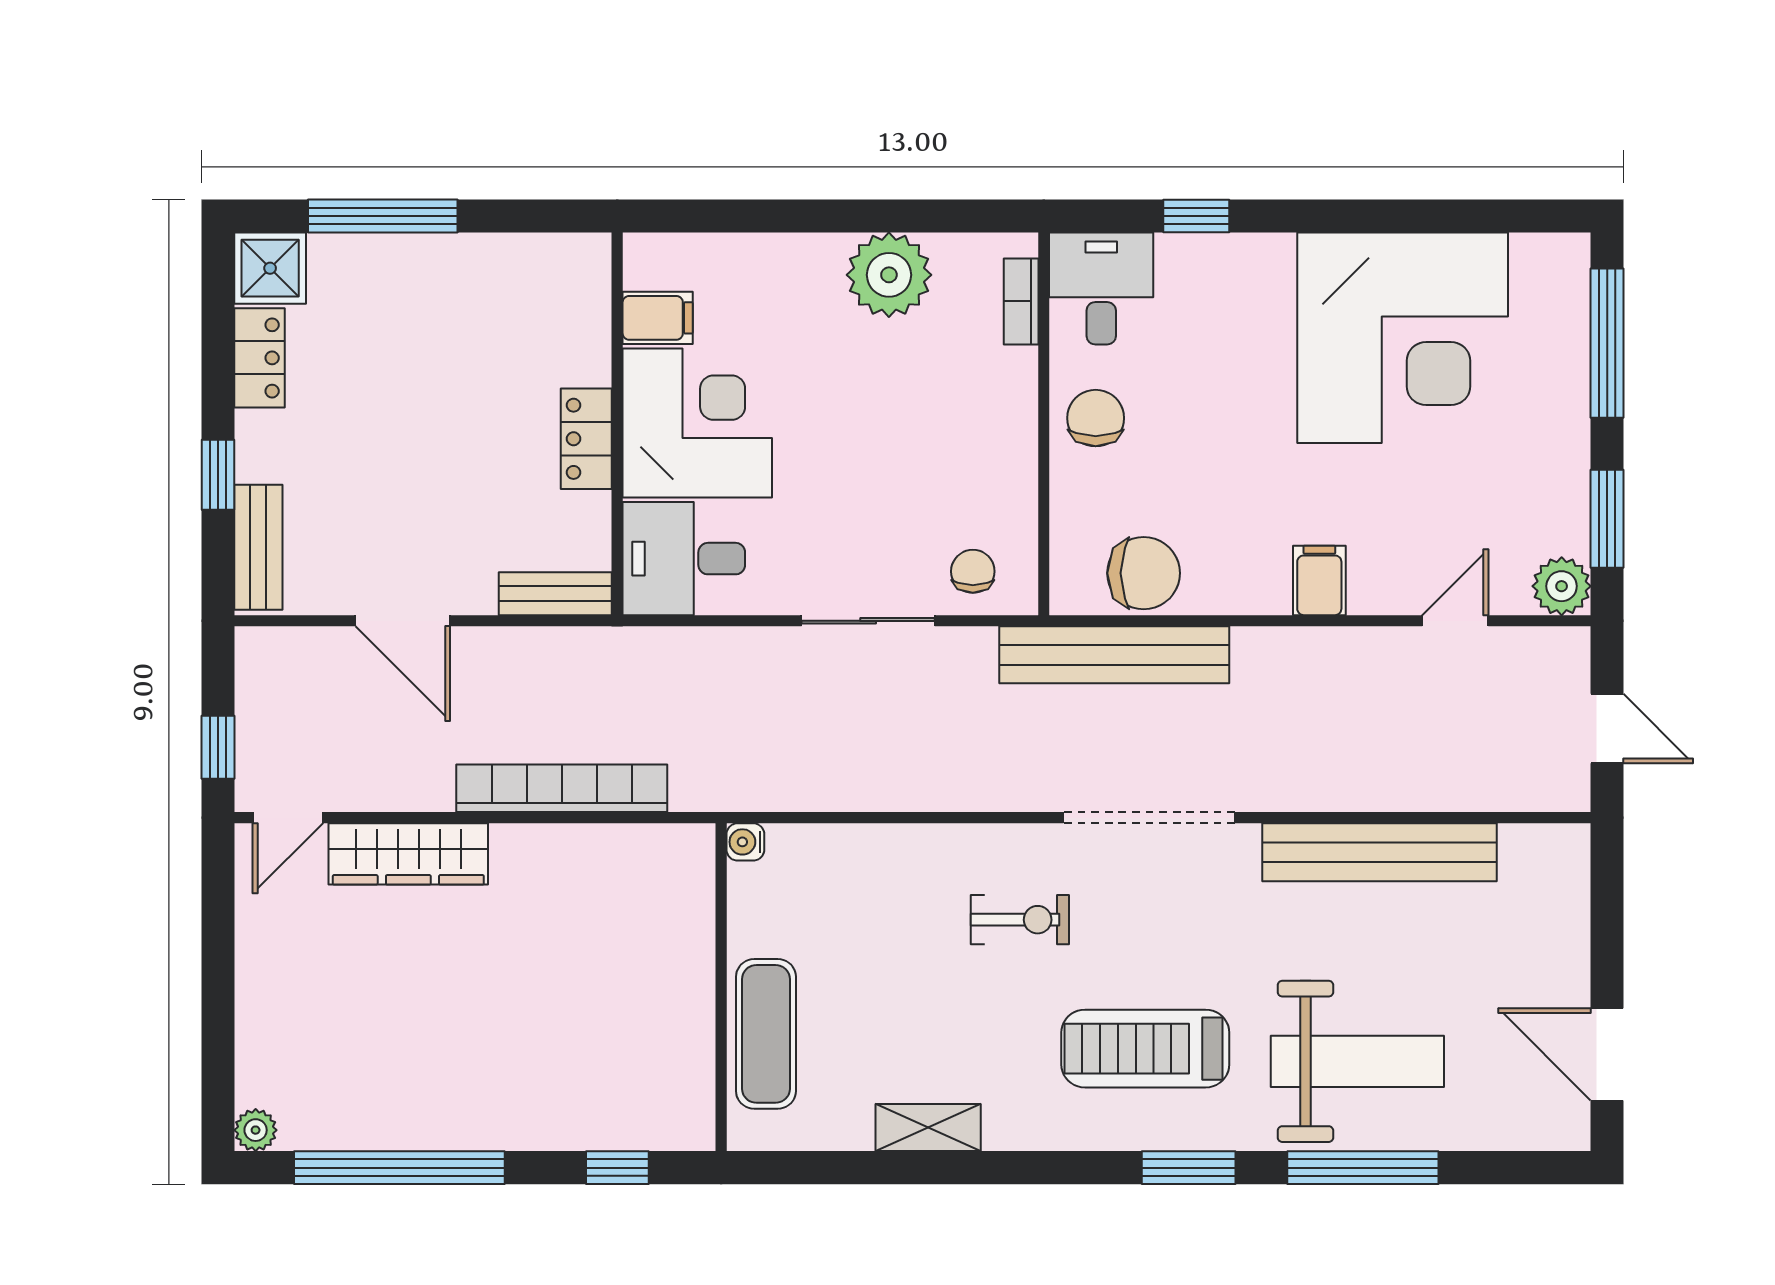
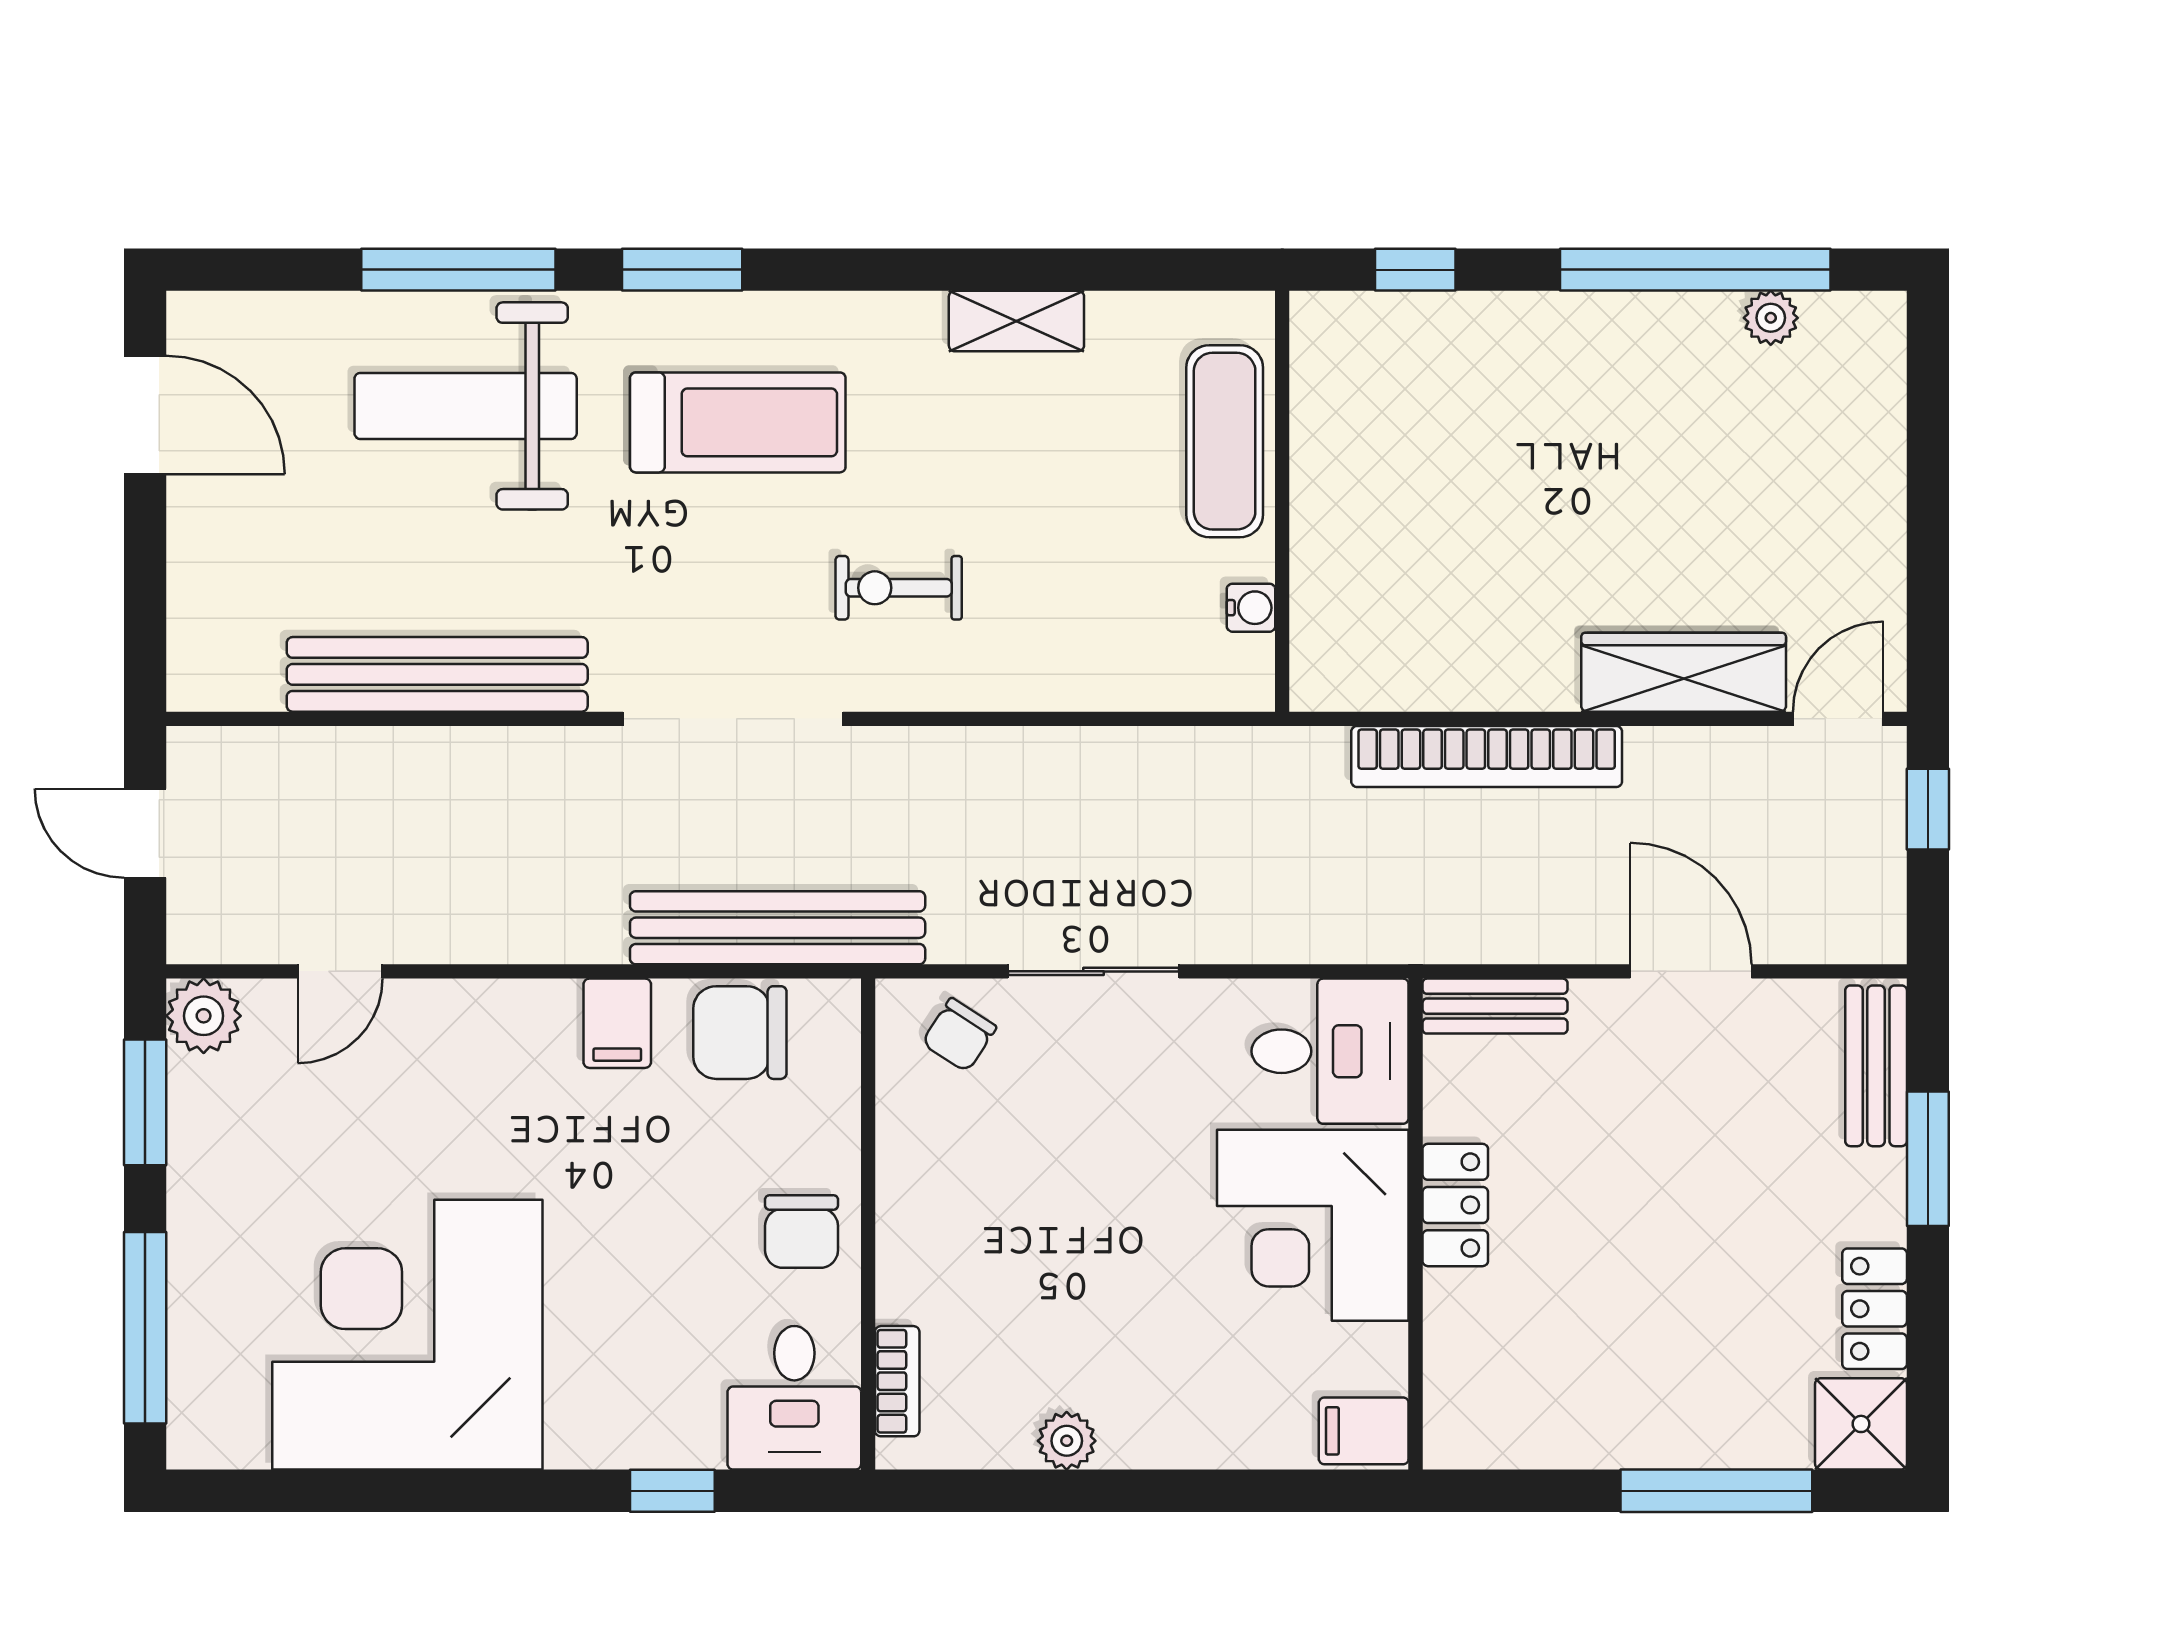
plant: (889, 275) -> (1067, 1441), width x0.53, depth x0.53
filing cabinet: (658, 318) -> (1364, 1431), moved
window: (218, 475) -> (1928, 1159), width x1.50
chair: (973, 571) -> (959, 1035), turned 33
filing cabinet: (1319, 580) -> (617, 1023), moved
water cooler: (745, 842) -> (1251, 608), moved
plant: (256, 1130) -> (1771, 318), moved

